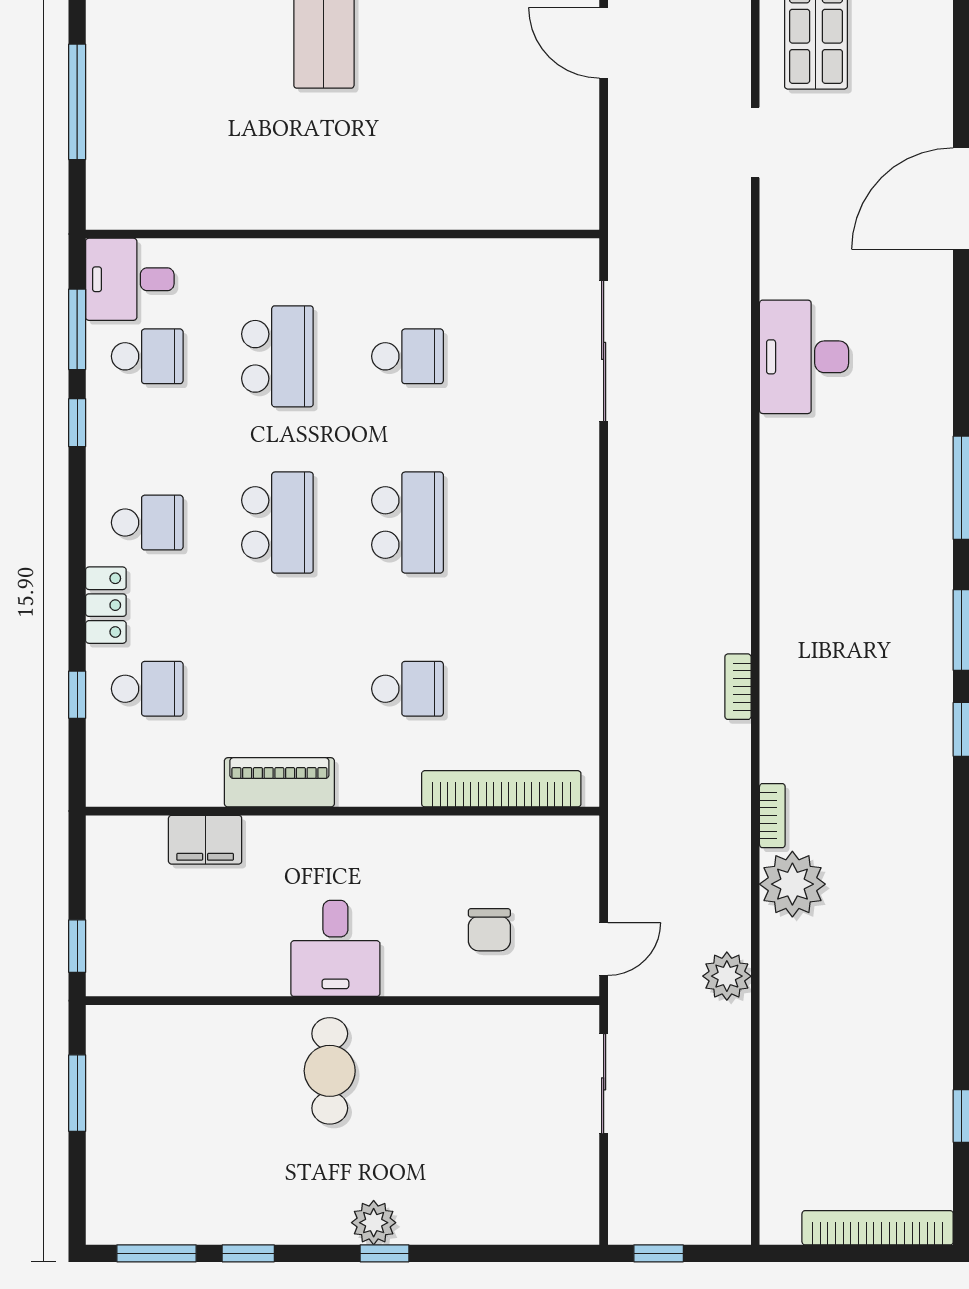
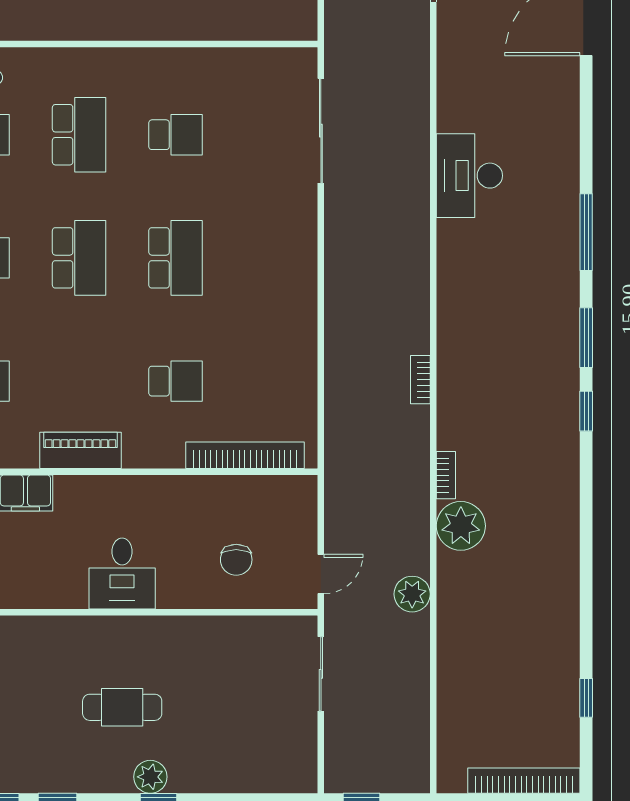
desk: (804, 357) -> (469, 176), moved
cafe table: (330, 1071) -> (122, 707), moved, turned 90

